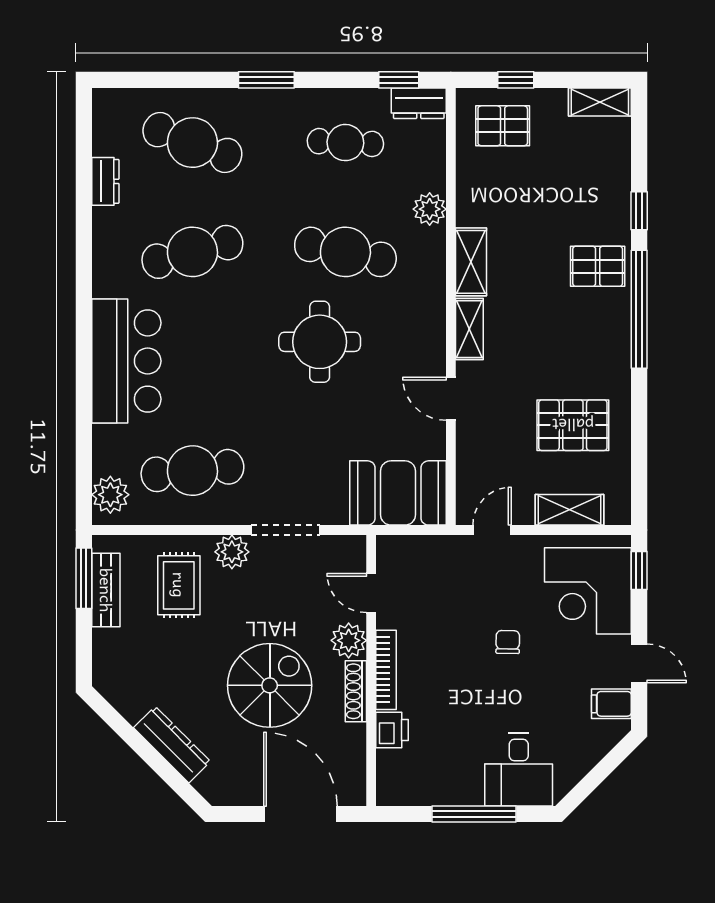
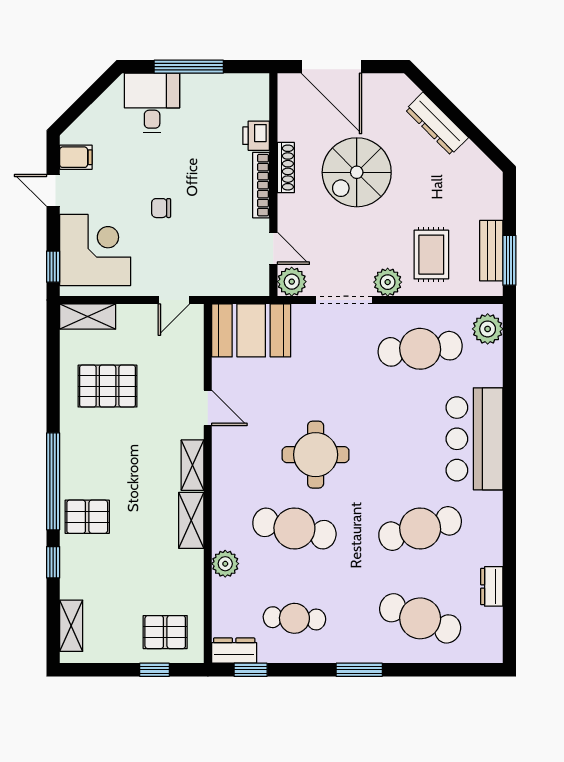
shelving: (600, 102) -> (71, 626), moved, turned 90
shelving: (570, 510) -> (88, 317), moved
plant: (349, 640) -> (292, 282), moved
chair: (508, 642) -> (161, 208), turned 89

